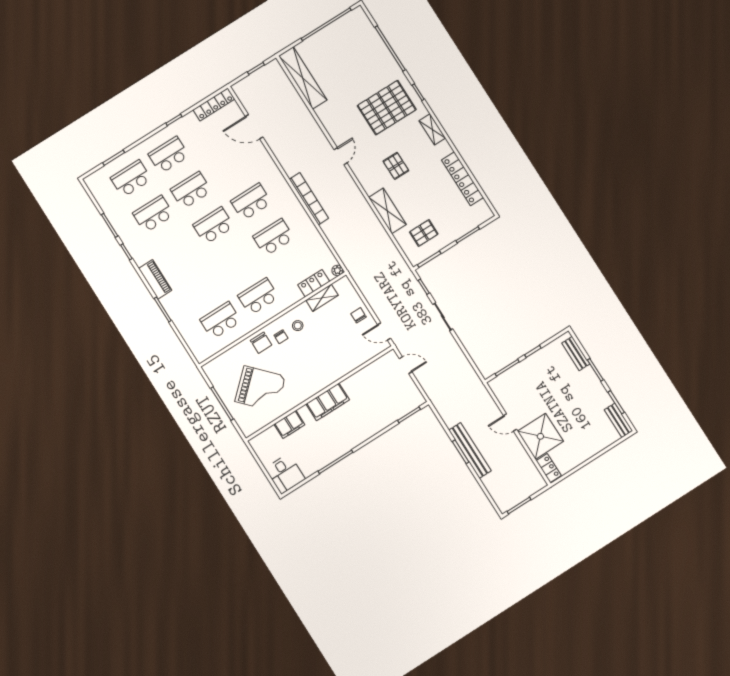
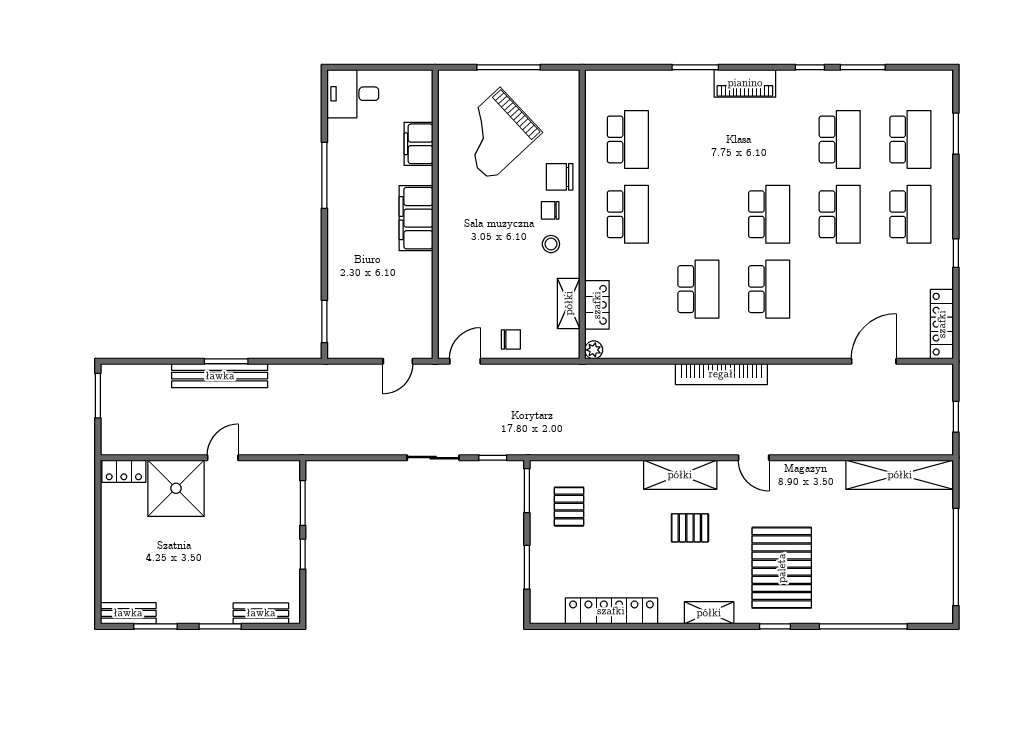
shelving: (387, 211) -> (680, 475), moved

